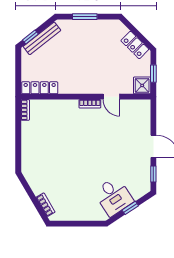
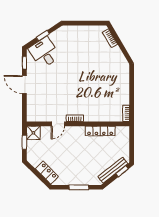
locker: (135, 45) -> (47, 173), moved
locker: (40, 88) -> (100, 131), moved
door: (111, 97) -> (58, 124), swing flipped
desk: (114, 196) -> (44, 53), moved

